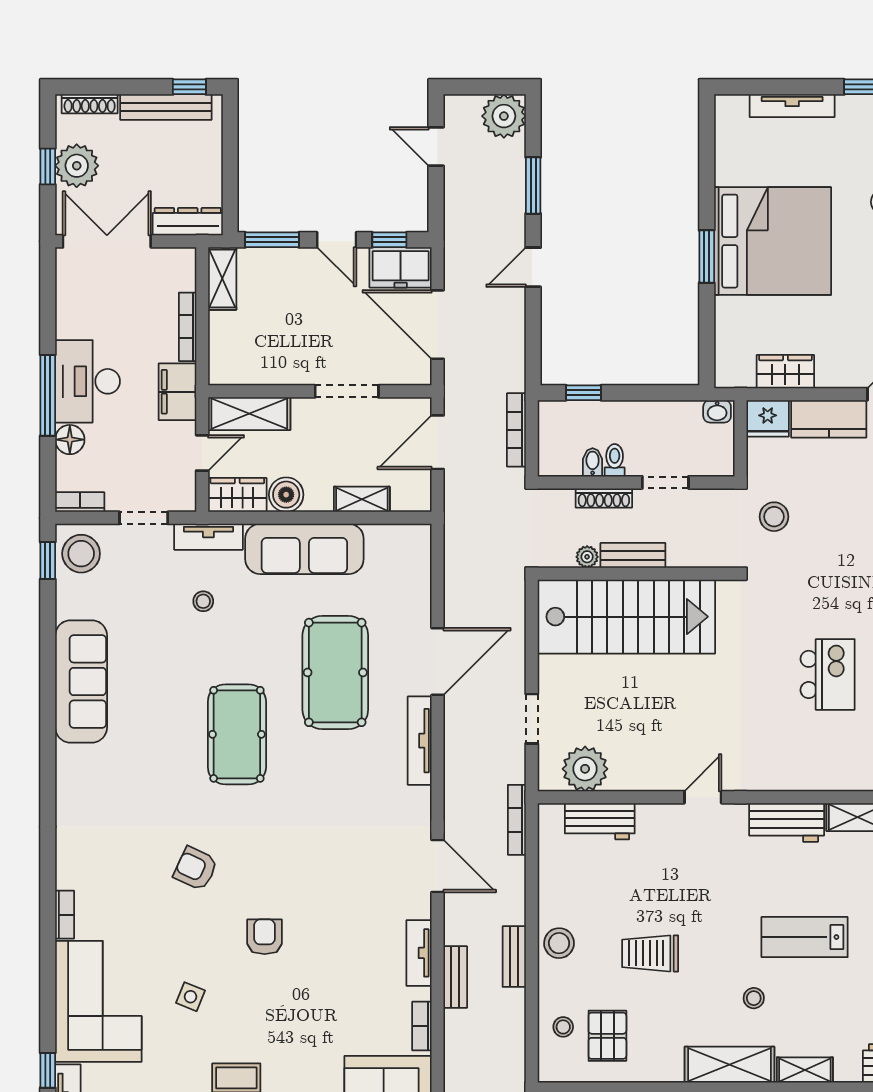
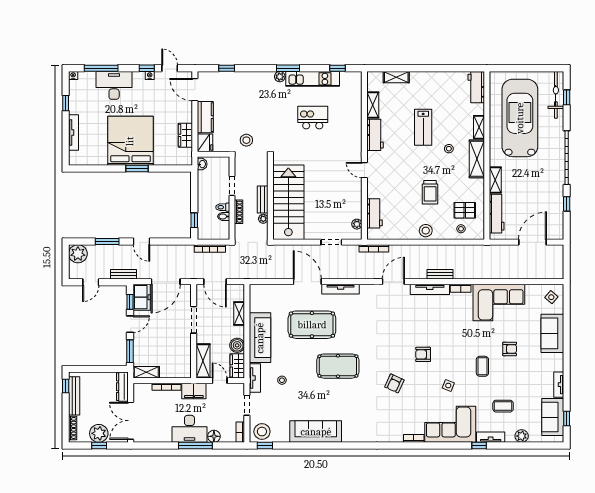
plant: (585, 769) -> (357, 224), width x0.53, depth x0.53
tv unit: (419, 953) -> (430, 289), width x1.41
bench: (514, 957) -> (124, 274), moved

